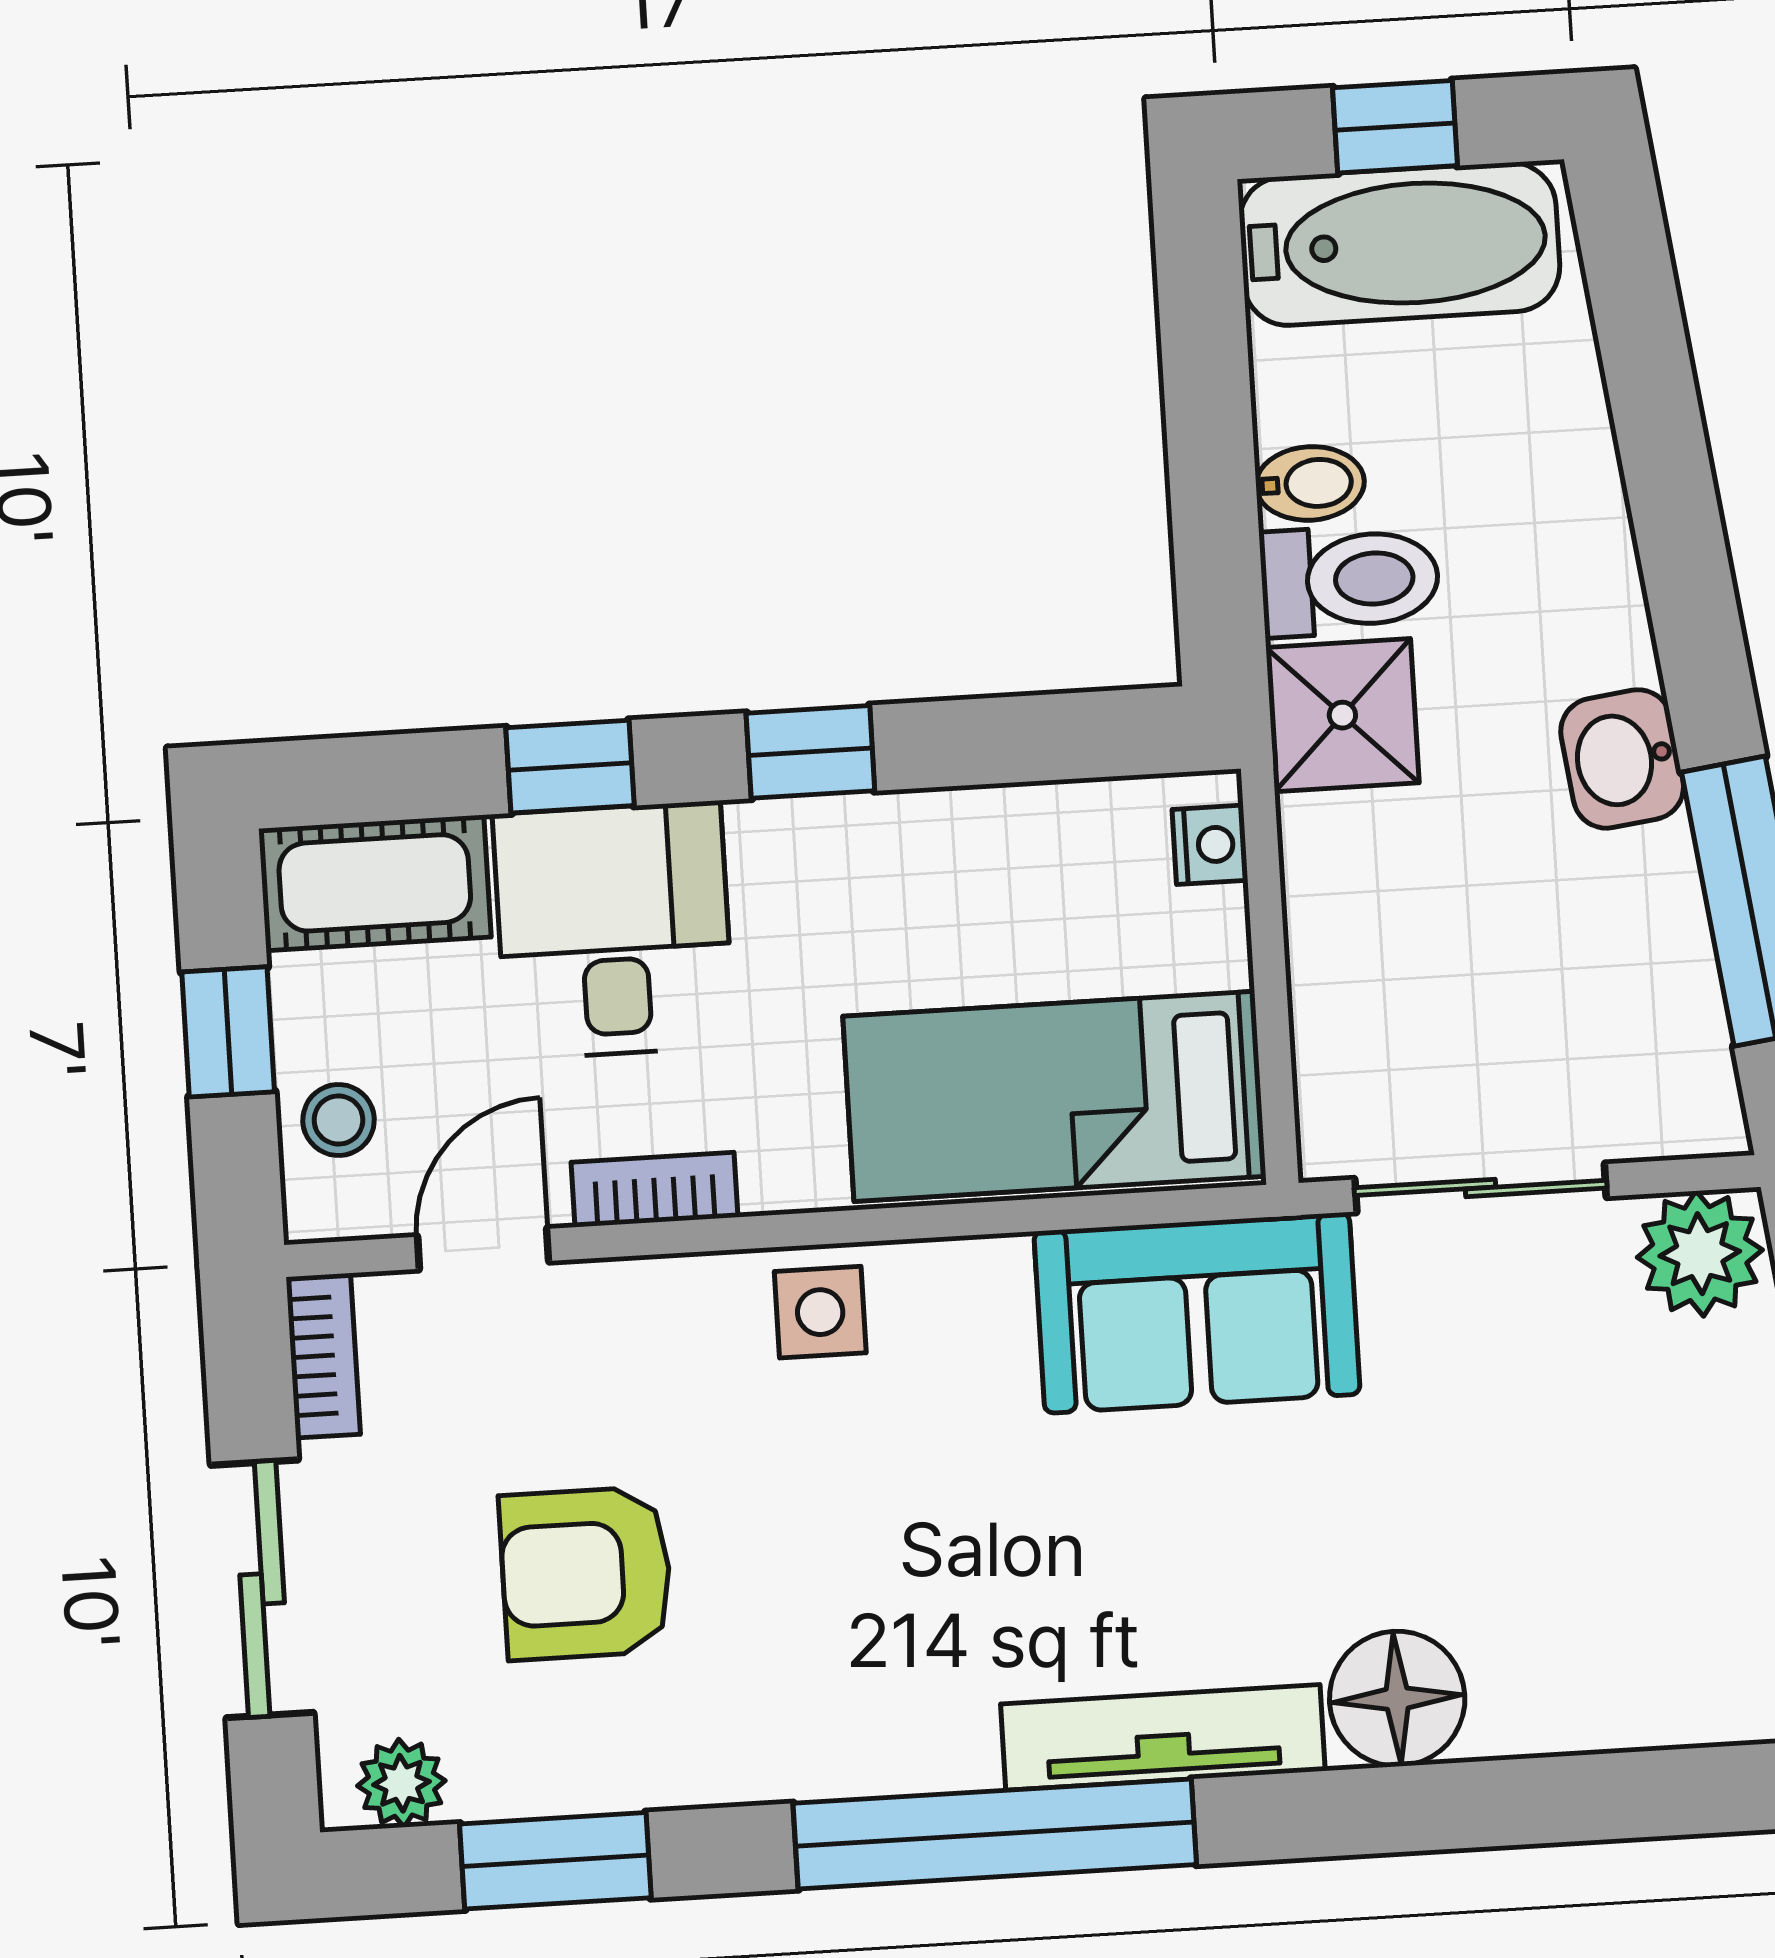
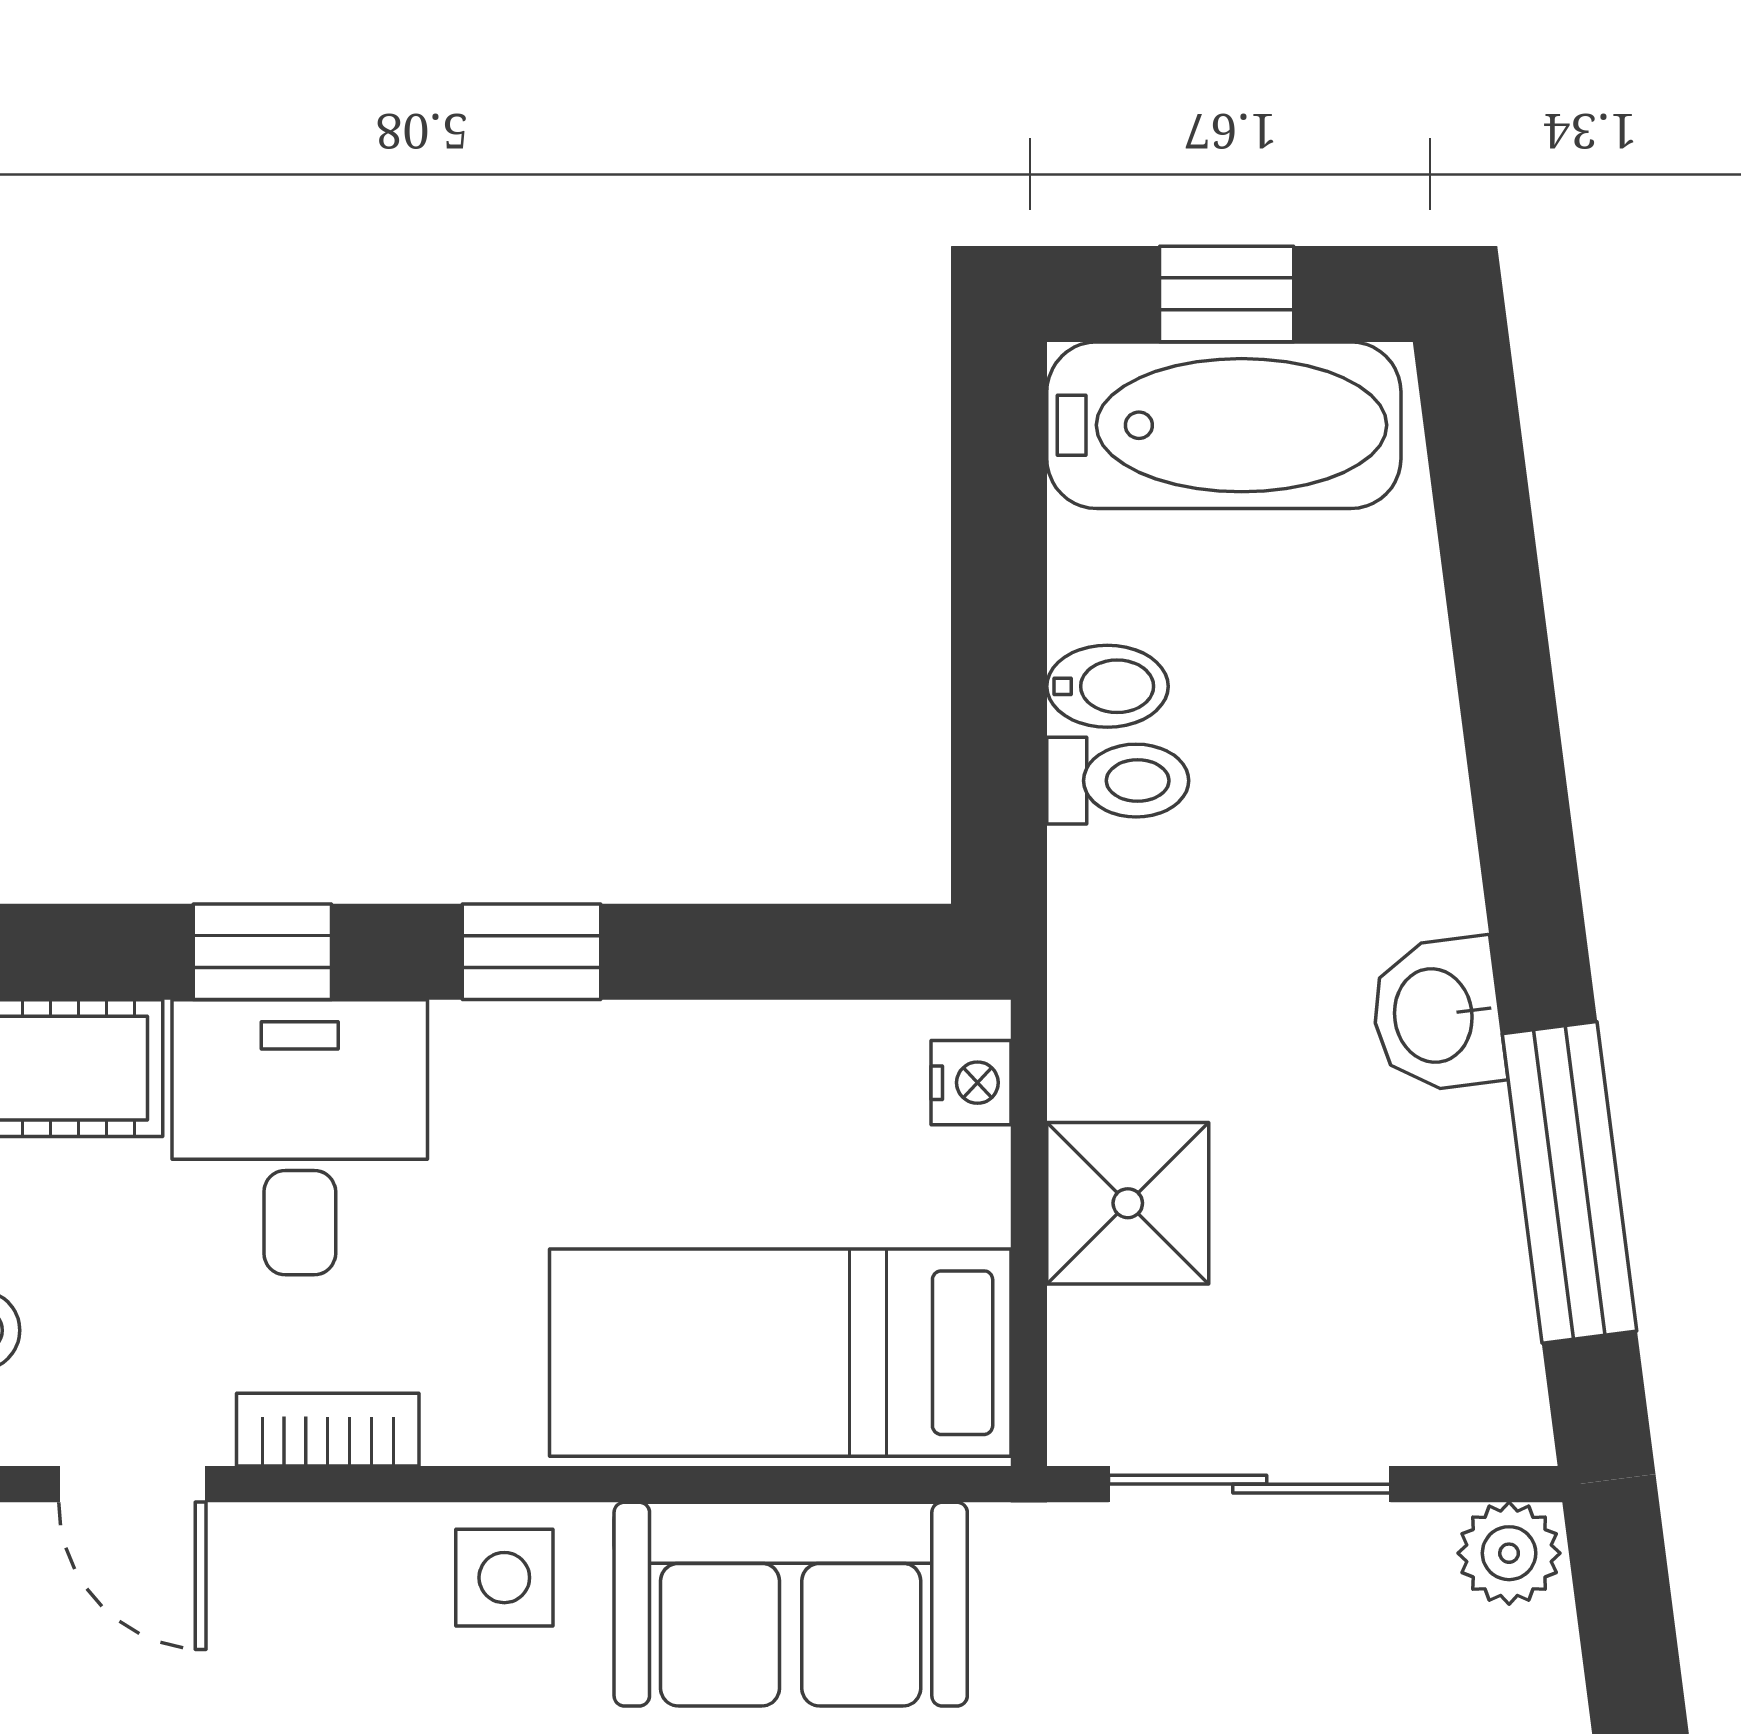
toilet: (1350, 580) -> (1118, 781), width x0.73, depth x0.72
shower: (1342, 715) -> (1128, 1203), moved
door: (483, 1249) -> (132, 1484), swing flipped
plant: (1700, 1254) -> (1509, 1553), width x0.73, depth x0.73
sofa: (1197, 1313) -> (791, 1604), moved

